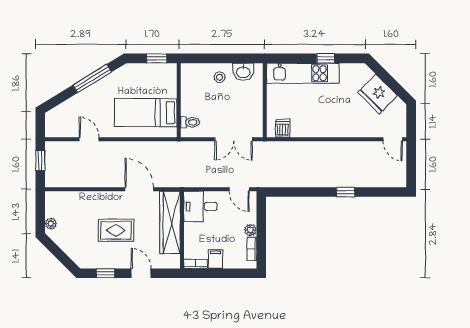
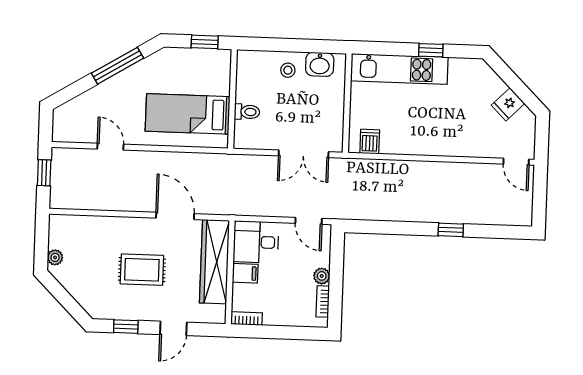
fridge: (378, 94) -> (508, 104), width x0.53, depth x0.75
toilet: (190, 122) -> (247, 112), moved
filing cabinet: (215, 259) -> (245, 273), moved, turned 90
door: (141, 273) -> (173, 328), swing flipped

